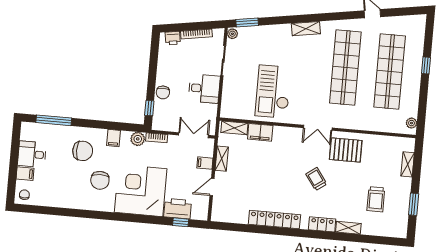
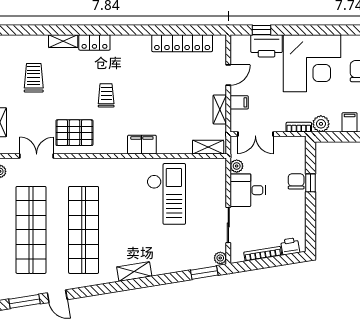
window: (400, 12) -> (24, 301), added
window: (149, 108) -> (311, 183), moved
plant: (212, 110) -> (237, 166), added
double door: (318, 128) -> (37, 156), moved
filing cabinet: (260, 132) -> (142, 145), moved
trolley: (316, 179) -> (106, 95), turned -144
locker: (274, 219) -> (182, 43), moved

